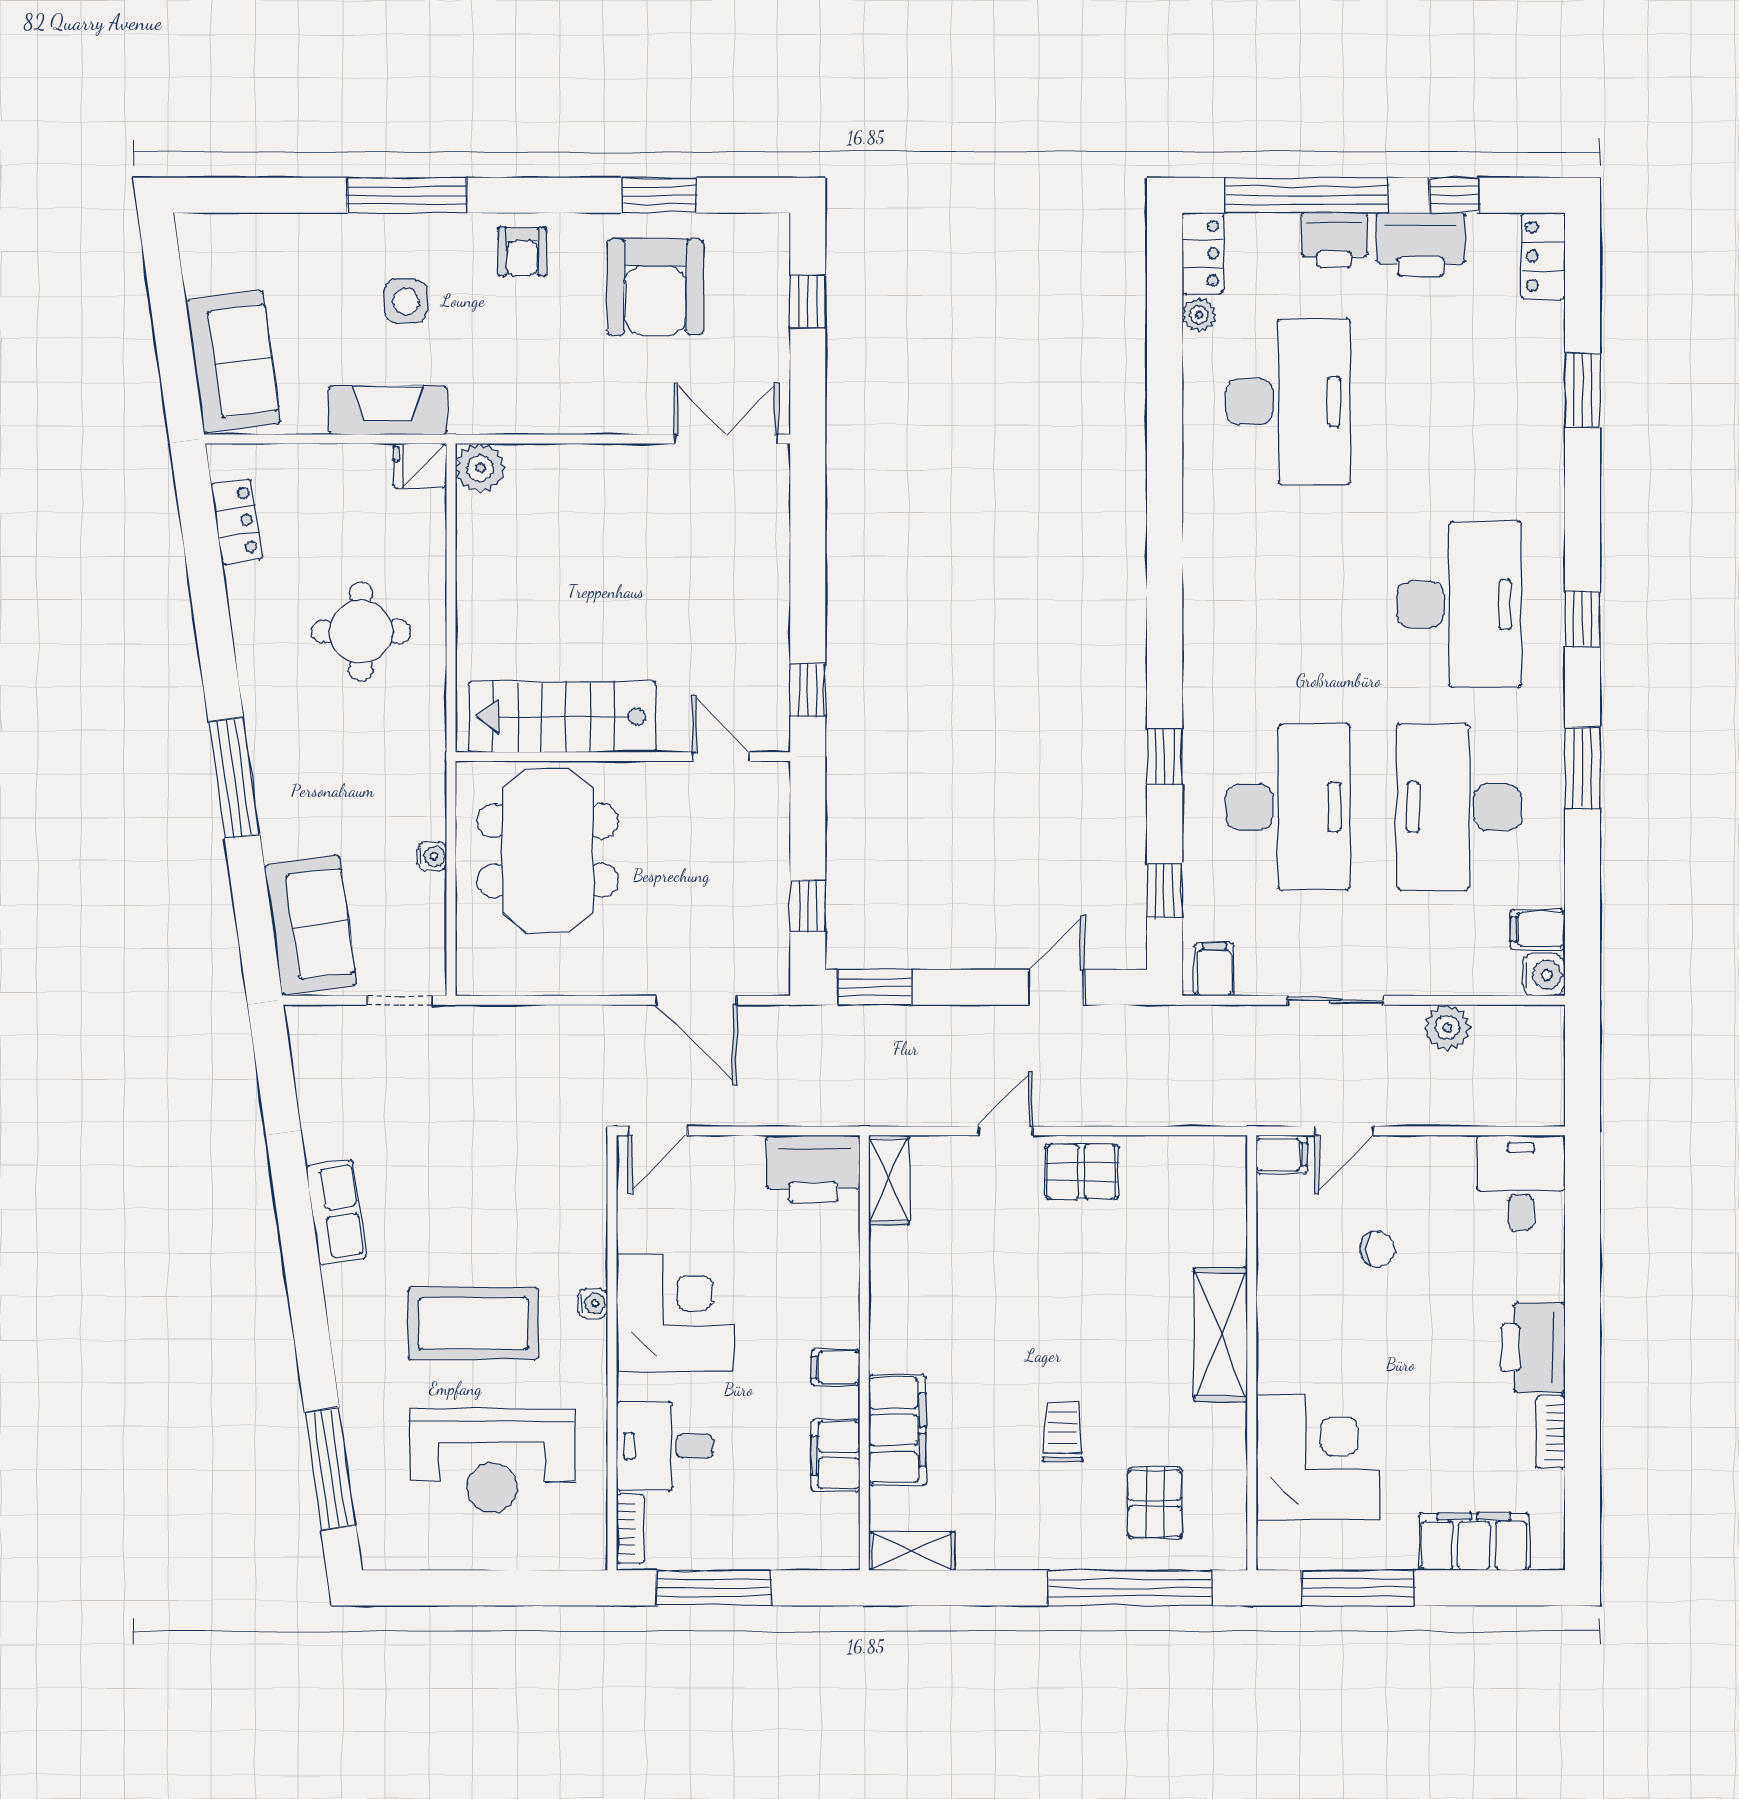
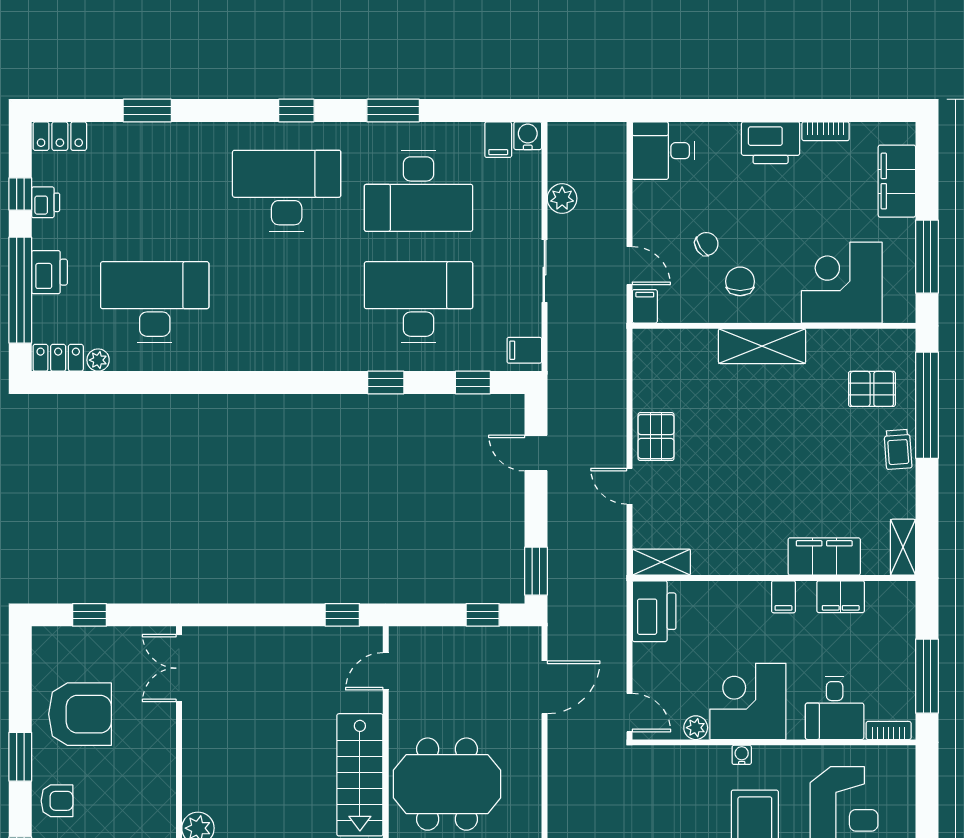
window: (659, 195) -> (20, 757), moved
printer: (1421, 244) -> (46, 202), width x0.53, depth x0.68
plant: (635, 1233) -> (696, 728), added
chair: (1377, 1249) -> (706, 244), turned 57
chair: (1320, 1301) -> (740, 281), added
trolley: (1063, 1432) -> (898, 449), moved, turned -94

